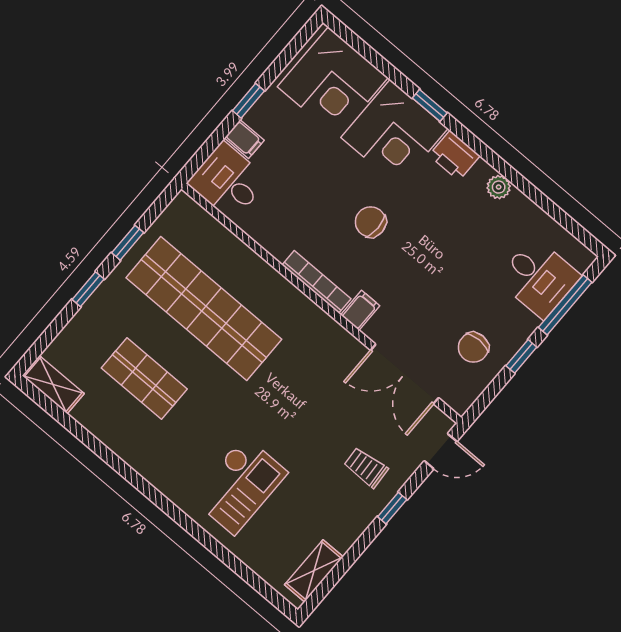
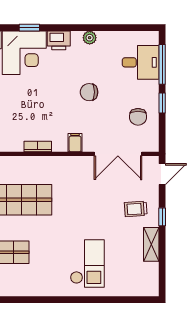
chair: (371, 222) -> (89, 92), moved
bookcase: (316, 282) -> (38, 146), width x0.64
shelving: (314, 571) -> (151, 244), moved

